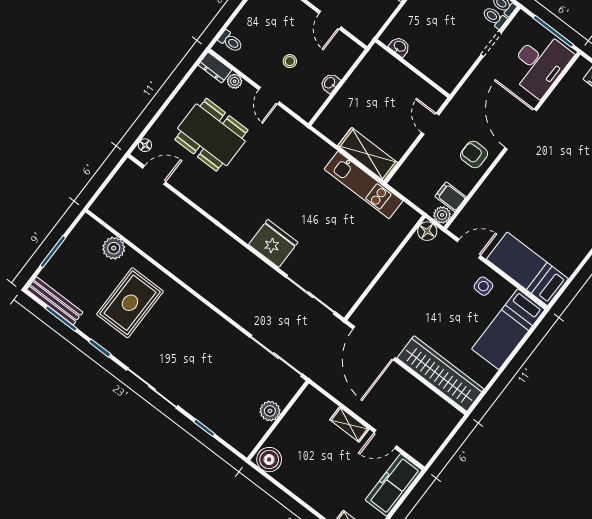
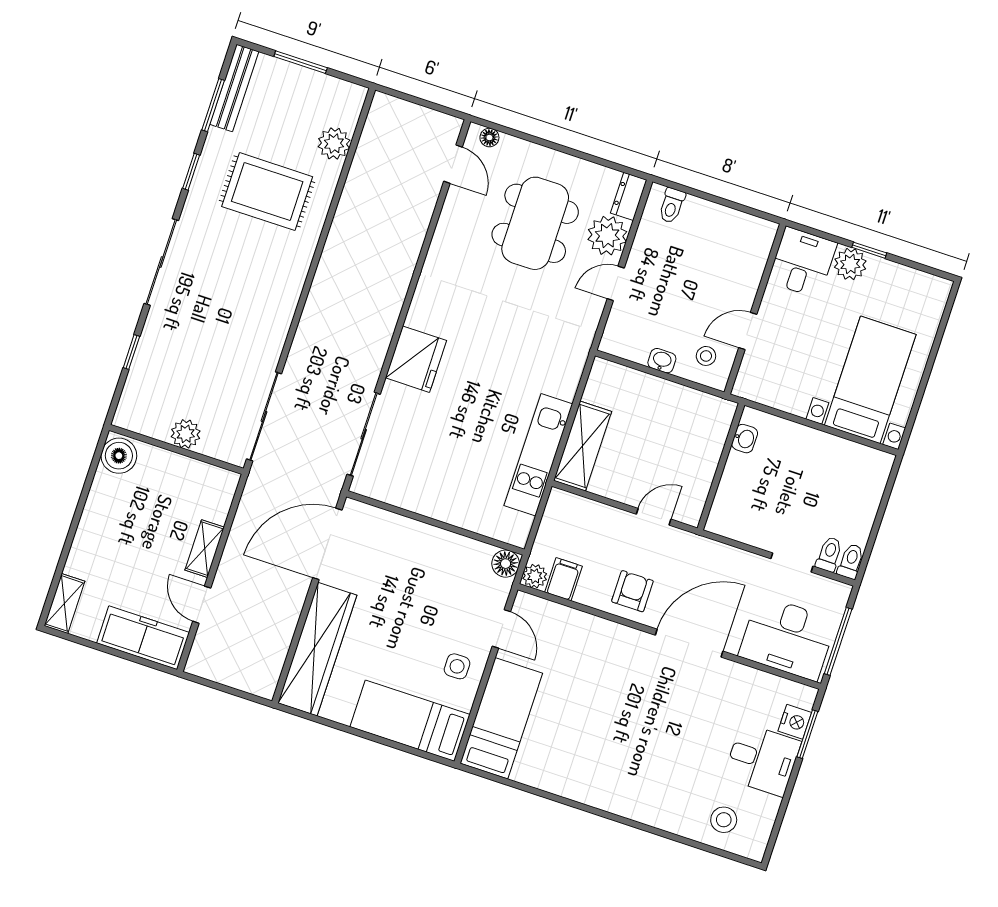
stool: (290, 61) -> (706, 356), moved
plant: (235, 81) -> (607, 236), width x1.88, depth x1.88

